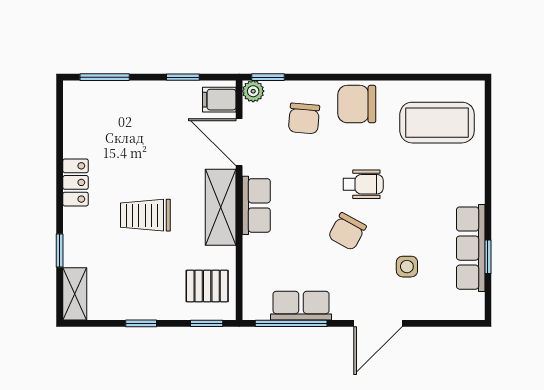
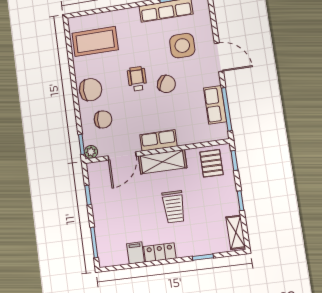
filing cabinet: (219, 100) -> (135, 253), moved, turned 180
chair: (357, 104) -> (90, 90), turned -90
coffee table: (437, 123) -> (95, 41), turned 90
side table: (407, 267) -> (182, 46), width x1.87, depth x1.87
shelving: (75, 294) -> (236, 232), moved, turned 90

